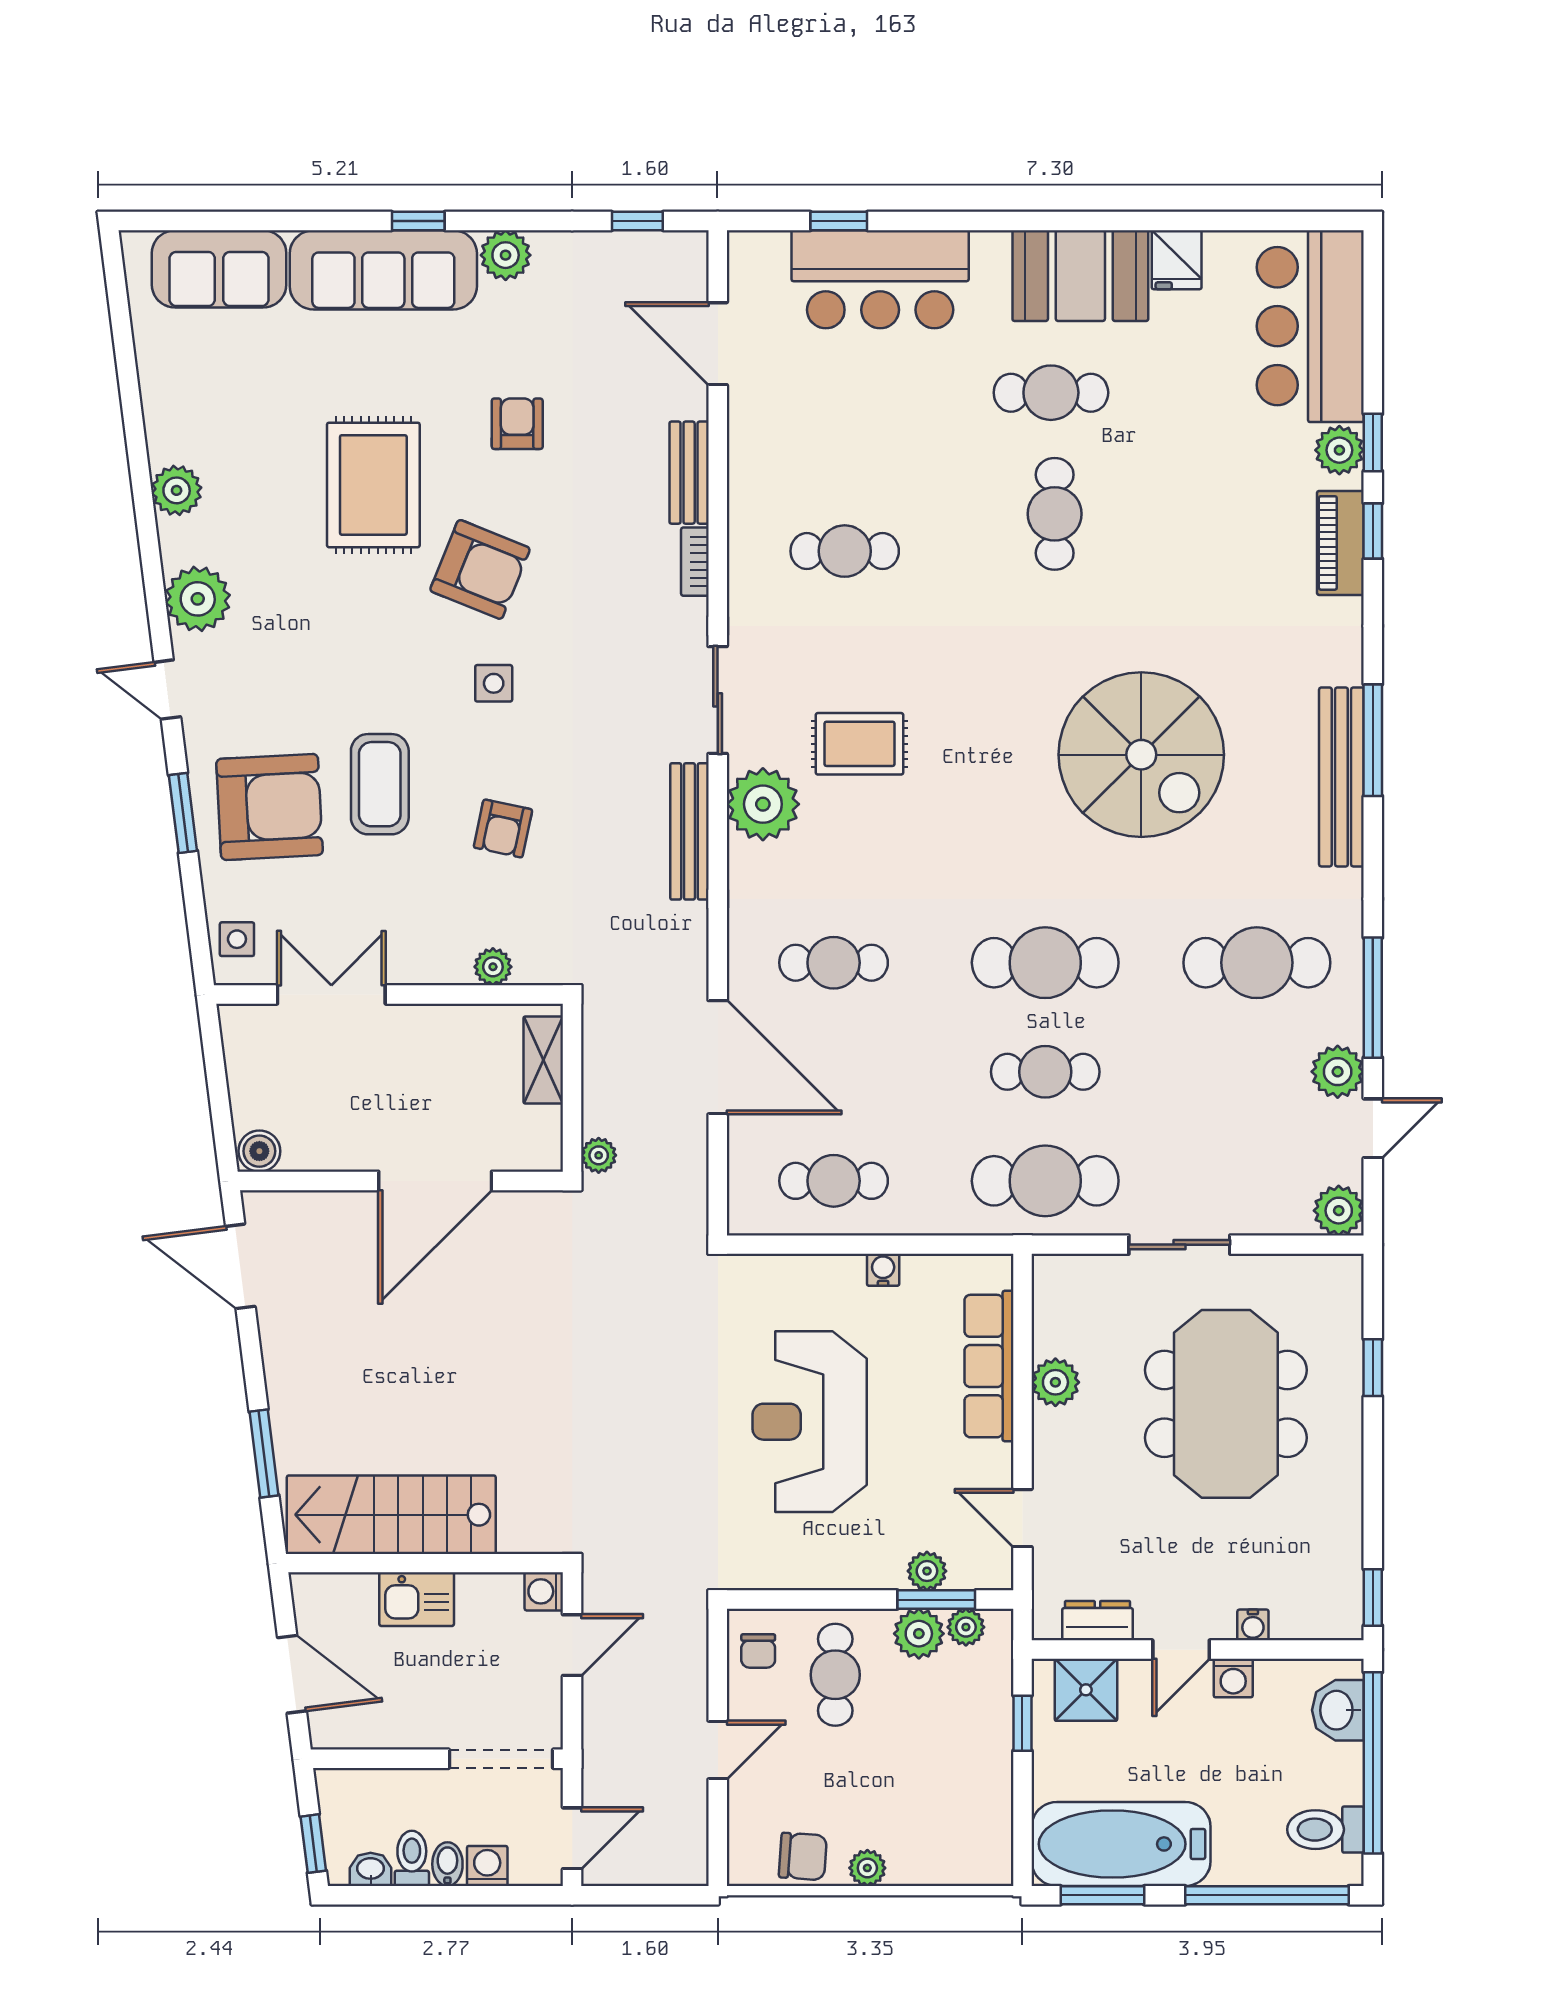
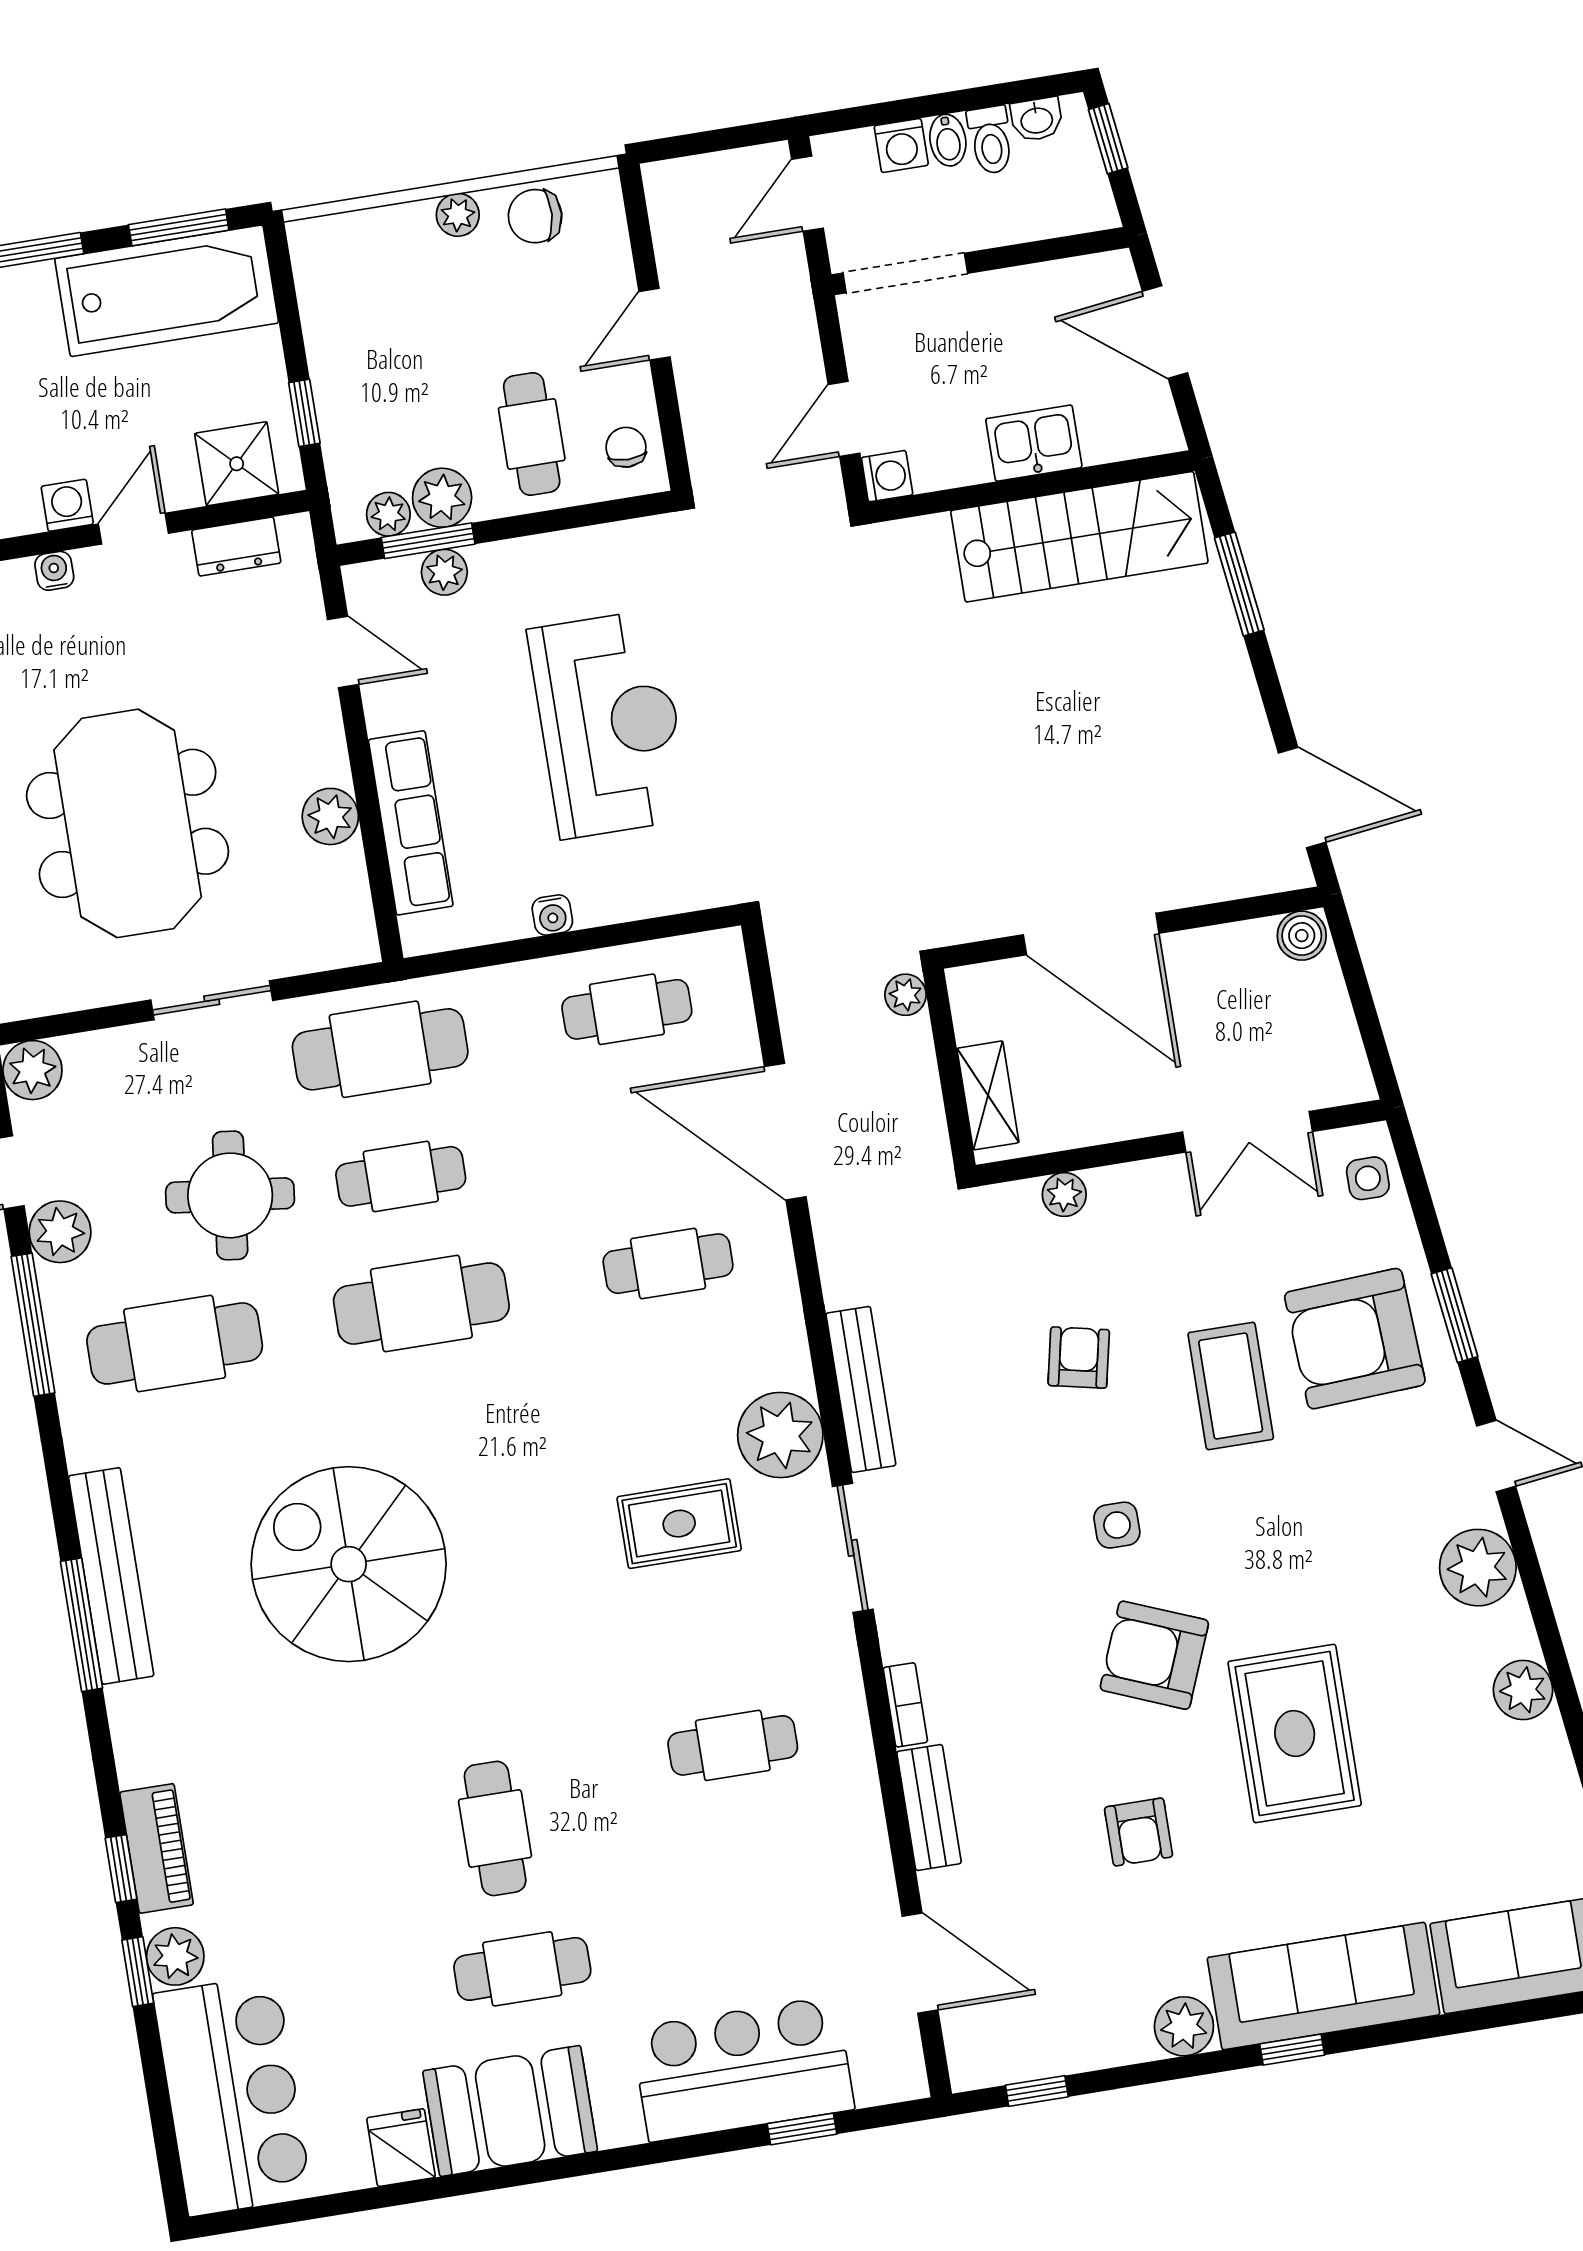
round table: (1190, 1079) -> (230, 1195), added
door: (435, 1181) -> (1091, 934), swing flipped

